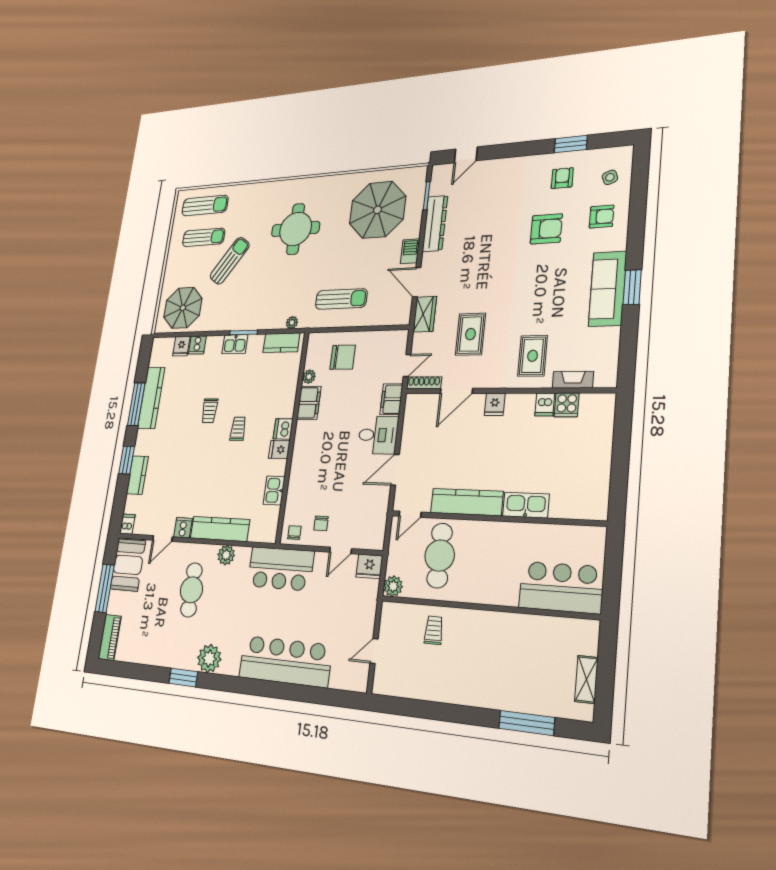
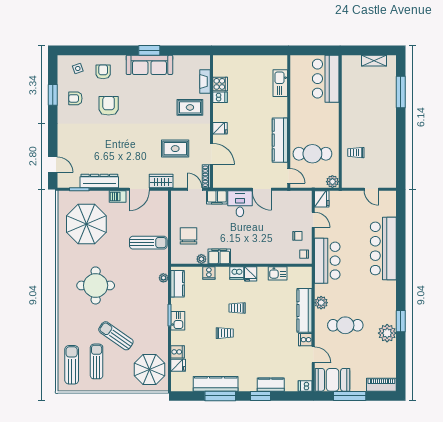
sun lounger: (341, 299) -> (148, 243), turned 90
cooker: (289, 388) -> (209, 273), added
kitchen sink: (526, 505) -> (280, 83), moved
plant: (209, 659) -> (387, 333), moved

